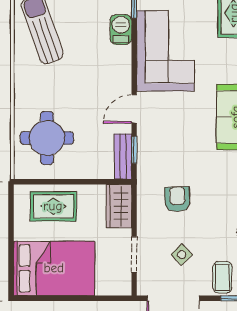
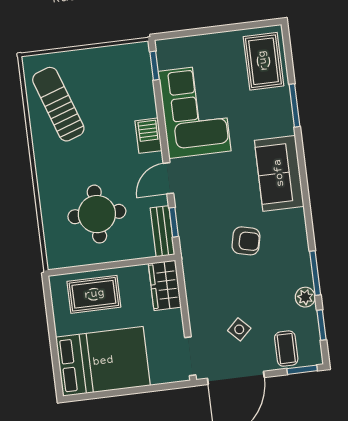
barbecue: (121, 30) -> (149, 136), moved
round table: (47, 138) -> (97, 214), moved
armchair: (177, 199) -> (246, 241), moved, turned 105
doorway: (134, 254) -> (190, 356), moved

